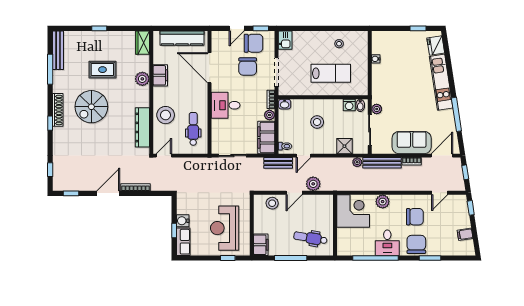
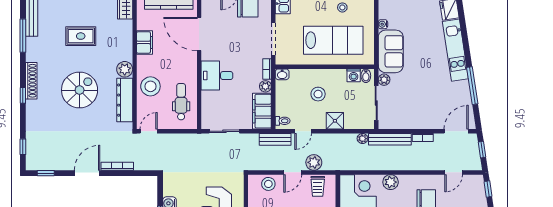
chair: (248, 66) -> (241, 33), removed
lab bench: (331, 73) -> (333, 40), width x1.36, depth x1.39
plant: (142, 79) -> (125, 69), moved
spiral stairs: (91, 107) -> (80, 90), moved, turned 180
sofa: (412, 143) -> (391, 51), moved, turned 90
shower: (344, 146) -> (335, 121), moved
trolley: (317, 205) -> (318, 186), added

